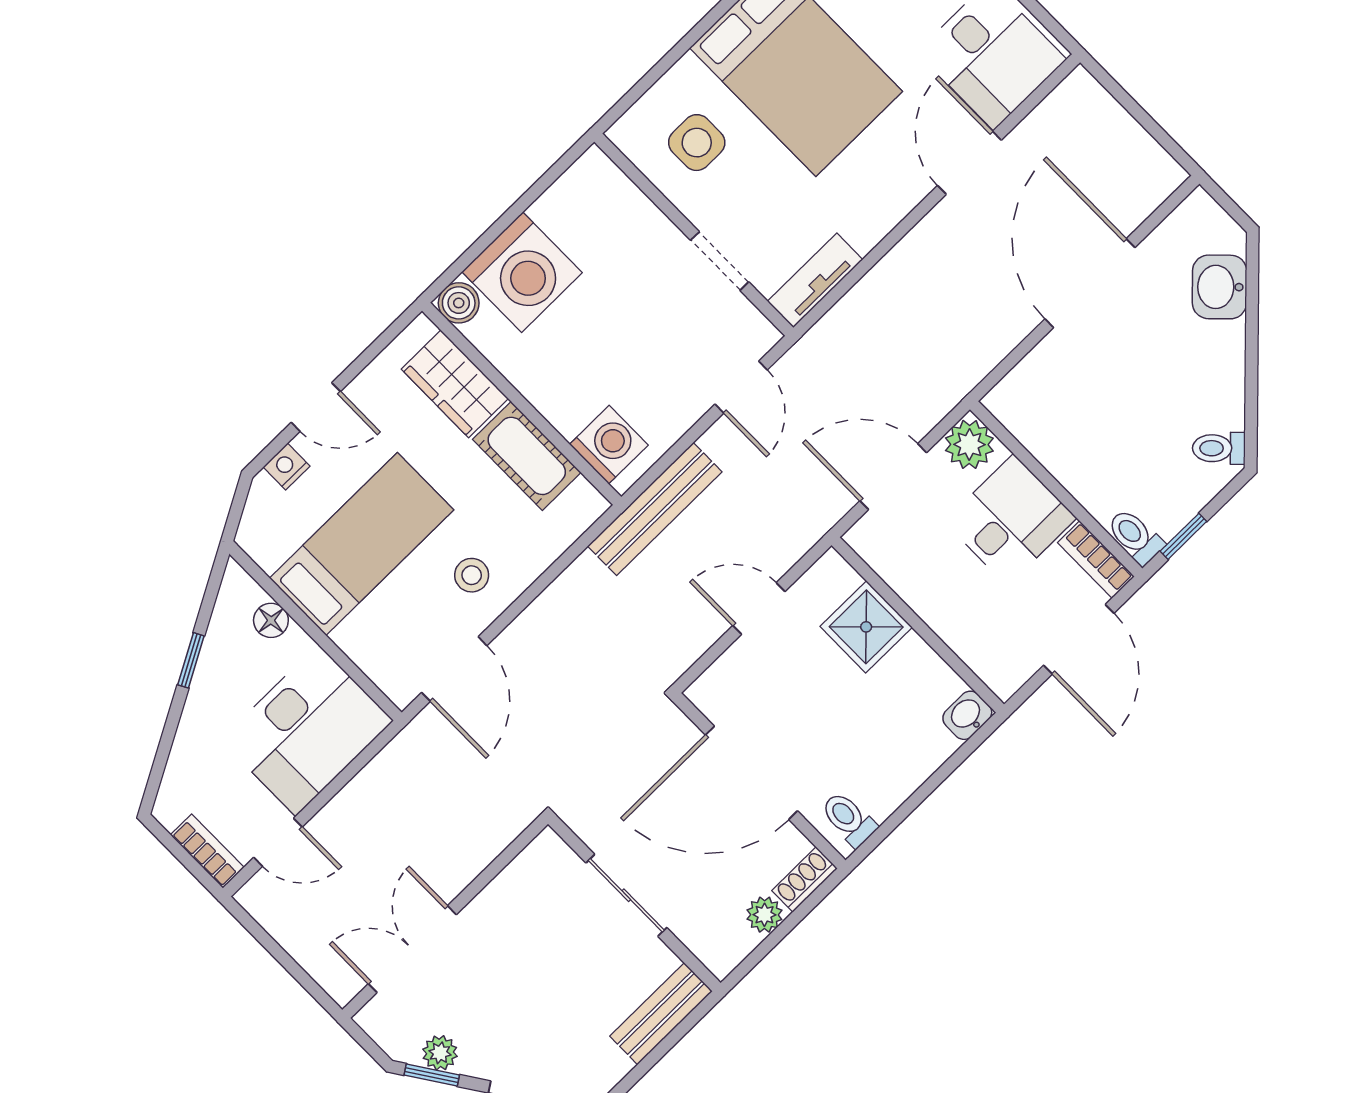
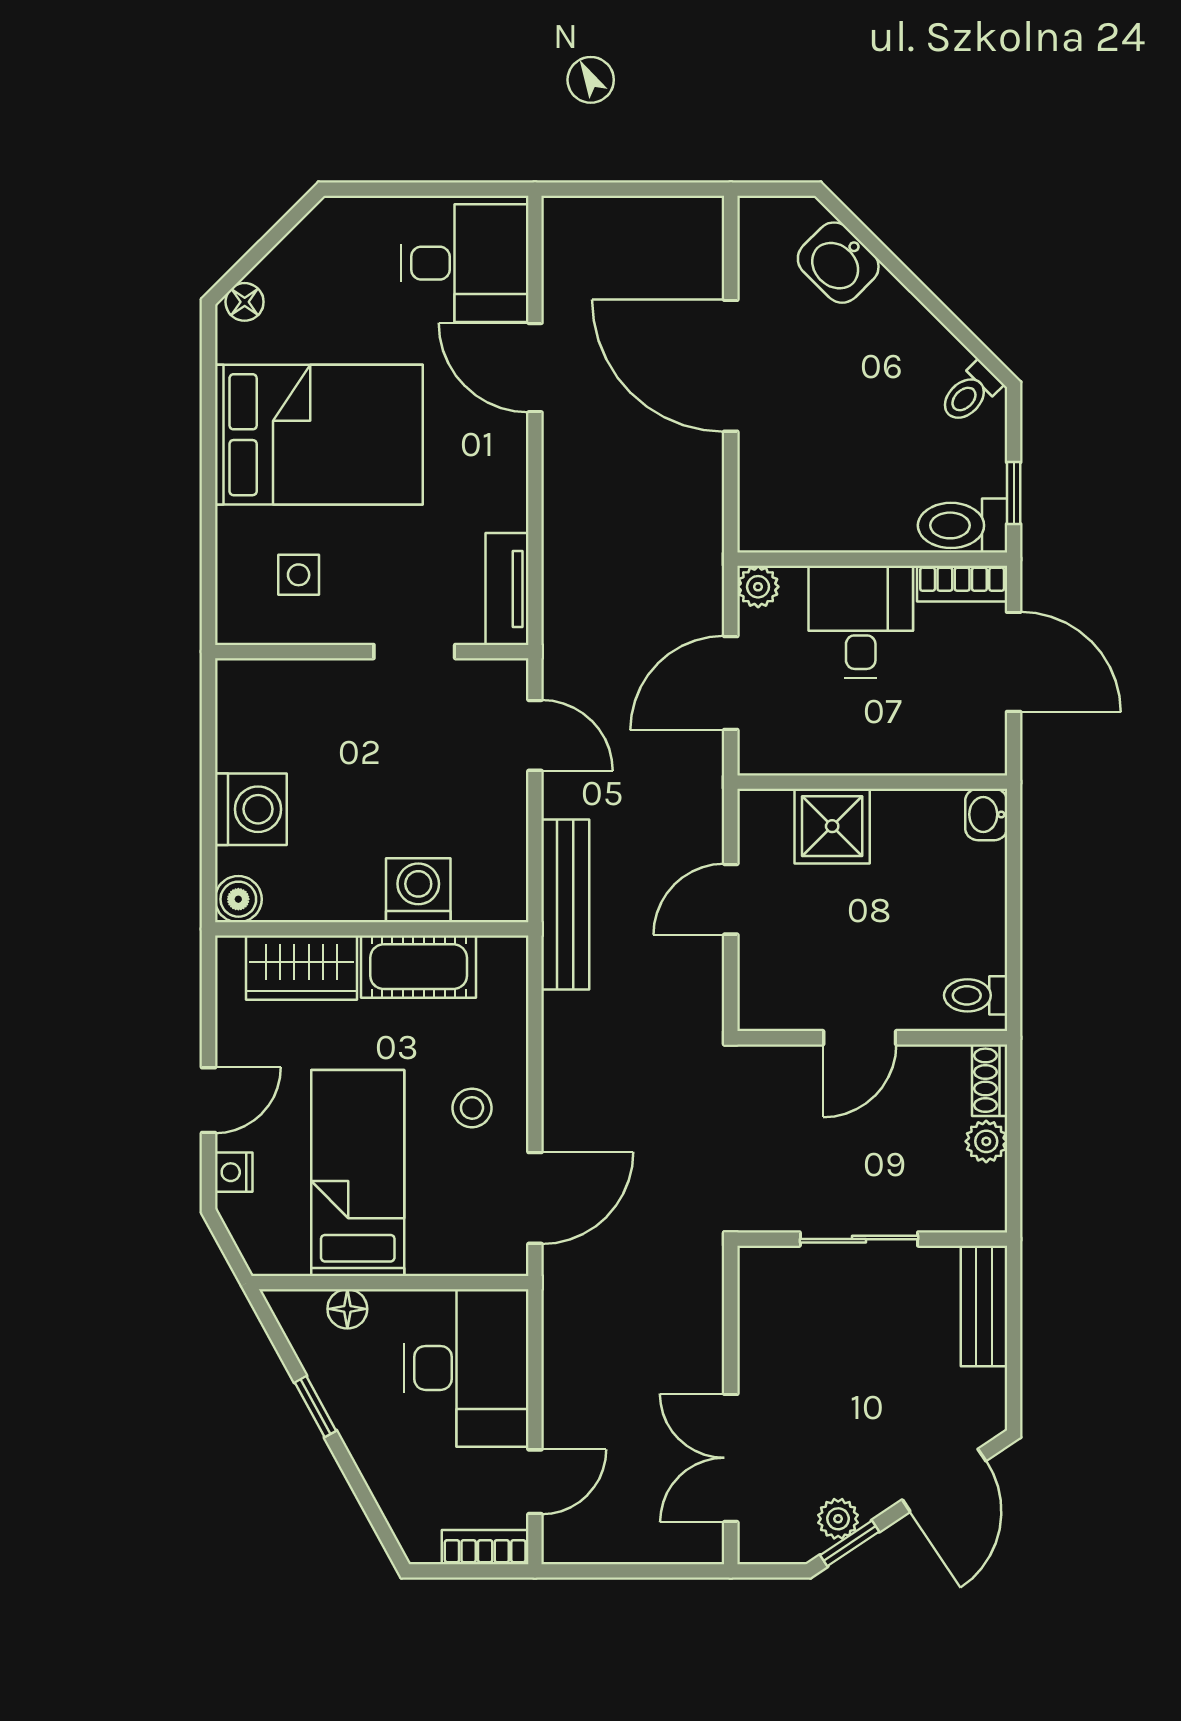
side table: (697, 143) -> (299, 575), width x0.73, depth x0.73
washing machine: (522, 272) -> (251, 809), width x0.73, depth x0.73
plant: (969, 444) -> (758, 587), width x0.73, depth x0.73
washing machine: (609, 445) -> (418, 890), moved
toilet: (1135, 537) -> (963, 525), width x1.37, depth x1.39
door: (454, 669) -> (535, 1198), hinge flipped
door: (752, 773) -> (860, 1038), width x0.53

